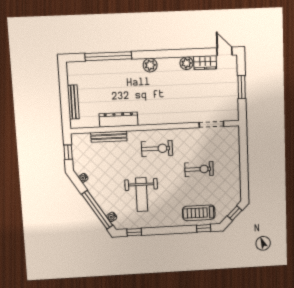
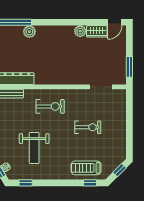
door: (225, 51) -> (115, 22), swing flipped
plant: (150, 65) -> (29, 32), moved
window: (242, 87) -> (129, 67), moved

